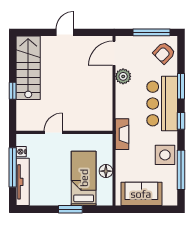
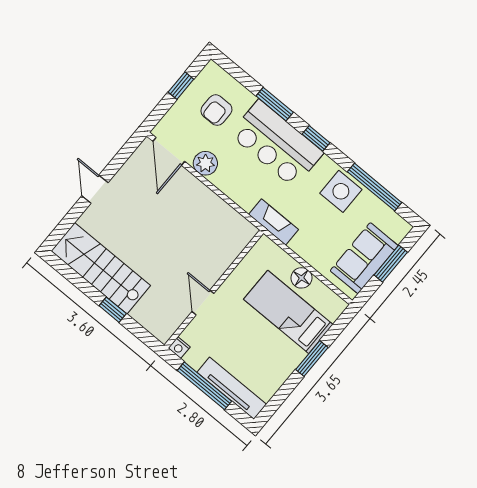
window: (152, 32) -> (181, 86), width x0.46
armchair: (164, 53) -> (216, 110), moved, turned 45
nightstand: (21, 152) -> (179, 347), moved
window: (150, 209) -> (391, 264), added

